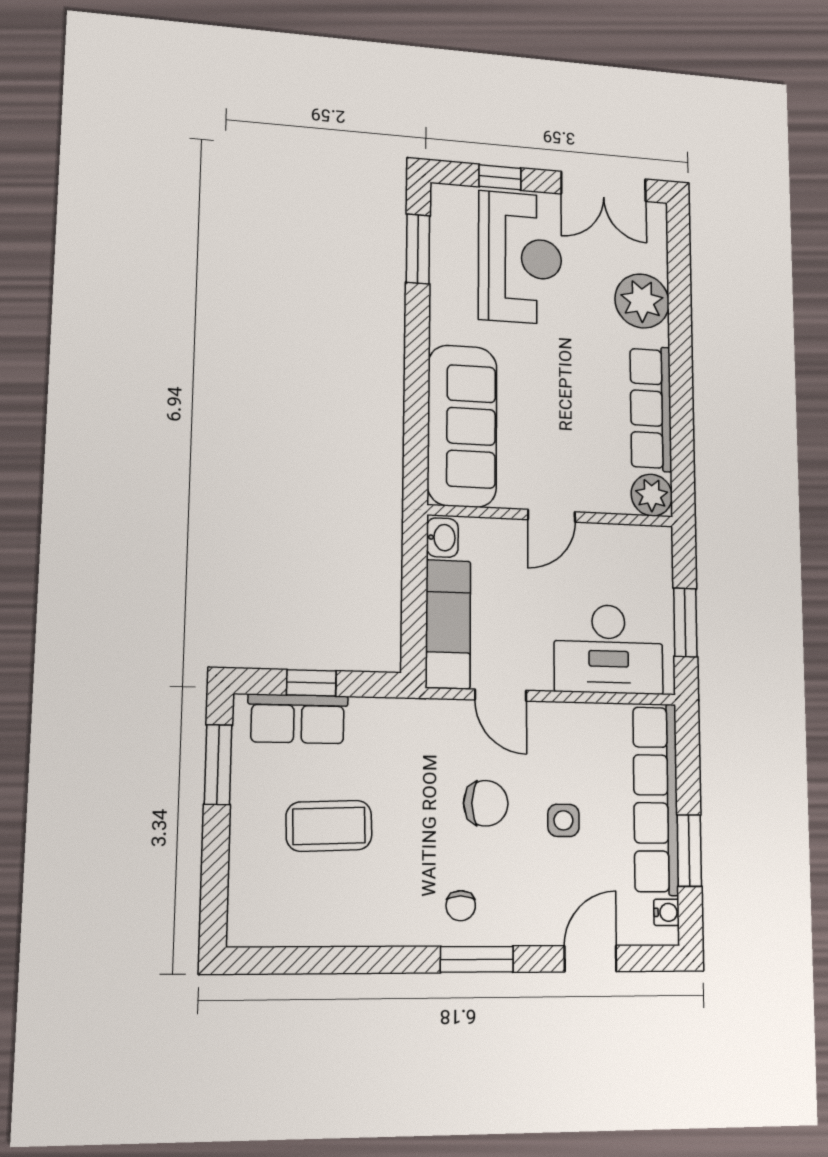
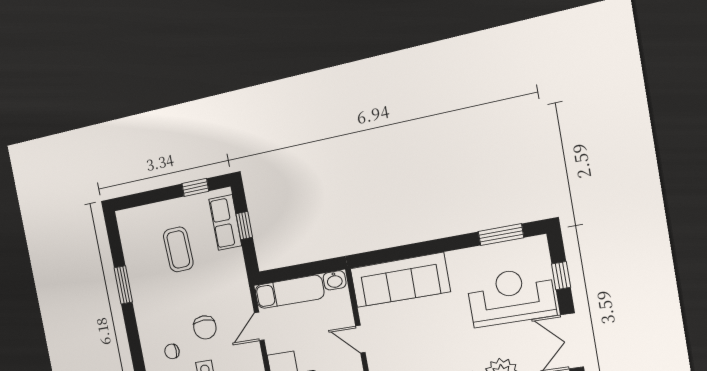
reception desk: (520, 258) -> (511, 297), turned 180
window: (218, 765) -> (195, 187), width x0.67
chair: (461, 906) -> (172, 351), moved
window: (477, 959) -> (123, 285), moved

